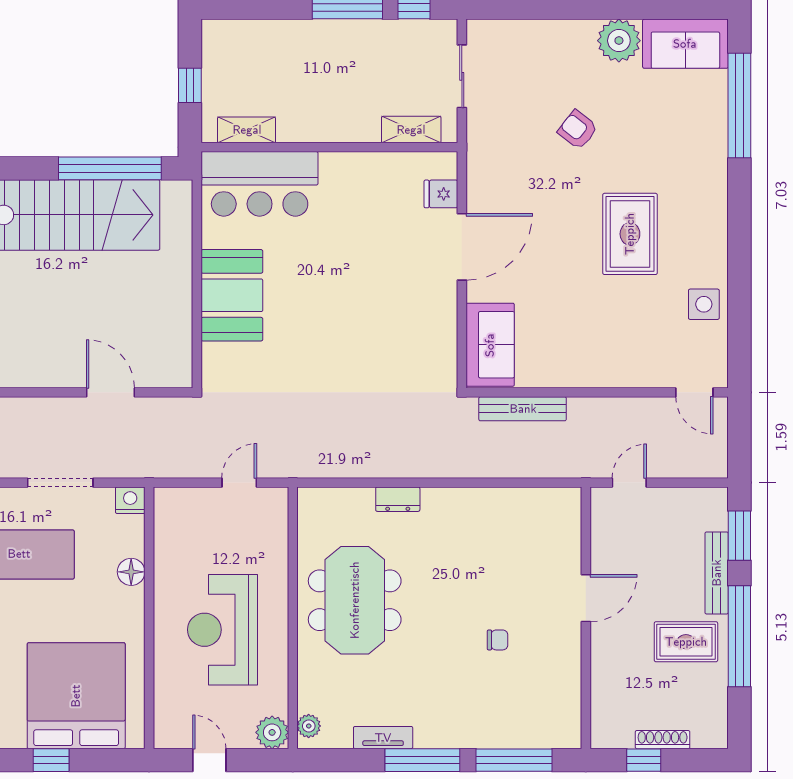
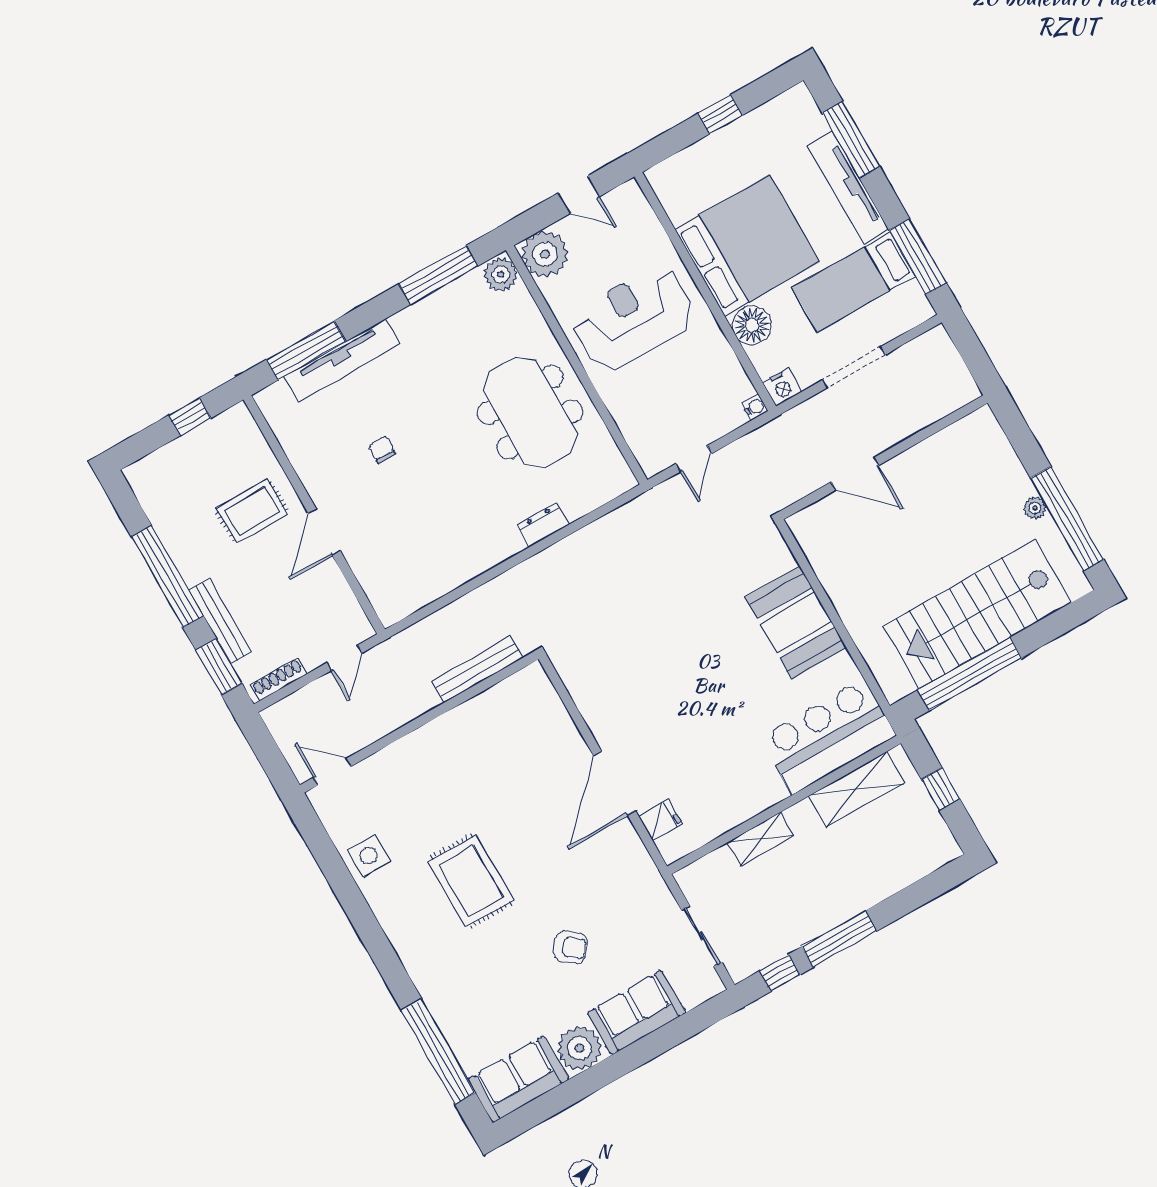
shelving: (247, 130) -> (856, 789), width x1.50, depth x1.33
shelving: (411, 130) -> (761, 839), moved
sofa: (490, 345) -> (637, 1012), moved, turned 90
water cooler: (163, 496) -> (755, 407), added
floor lamp: (131, 572) -> (752, 325), width x1.38, depth x1.38
reception desk: (223, 630) -> (633, 318), turned -90
chair: (498, 640) -> (382, 450), turned 90
rug: (686, 642) -> (252, 511), moved
bed: (76, 696) -> (747, 245), moved, turned -90
plant: (309, 726) -> (501, 274), width x1.38, depth x1.38
plant: (272, 732) -> (545, 254), width x1.36, depth x1.36
tv unit: (383, 738) -> (342, 360), moved, width x1.92, depth x1.29
shoe rack: (663, 740) -> (279, 679), moved, turned 180
window: (422, 760) -> (438, 275), moved

